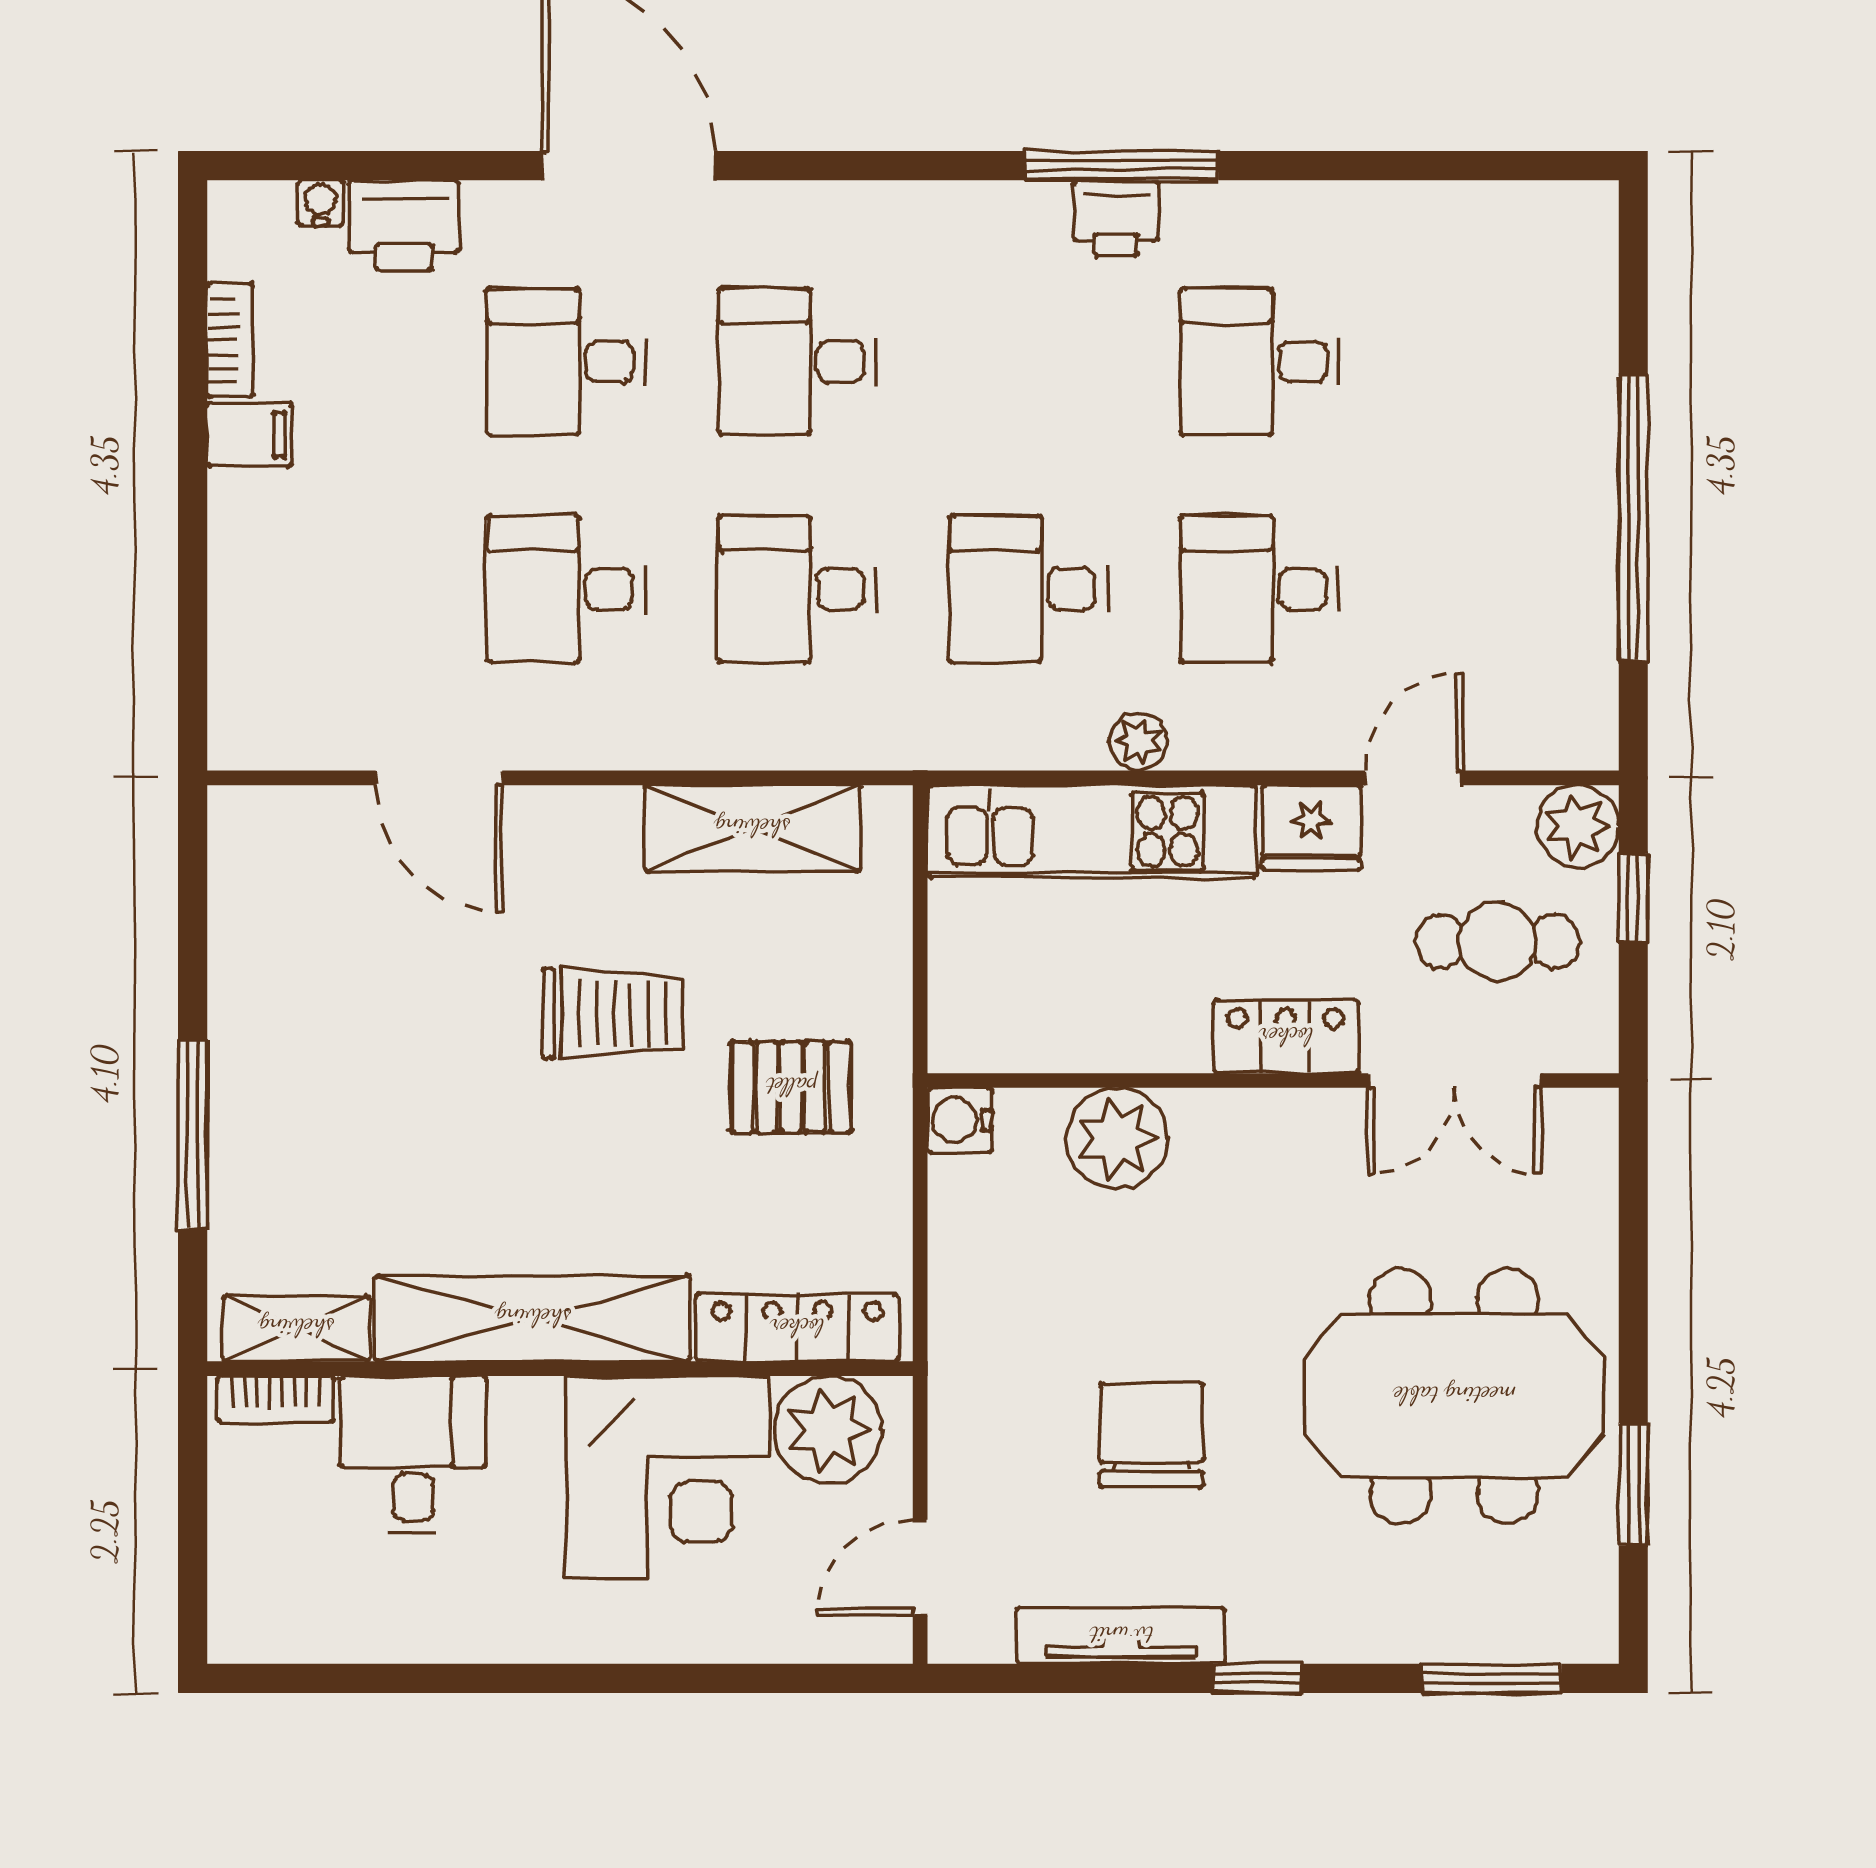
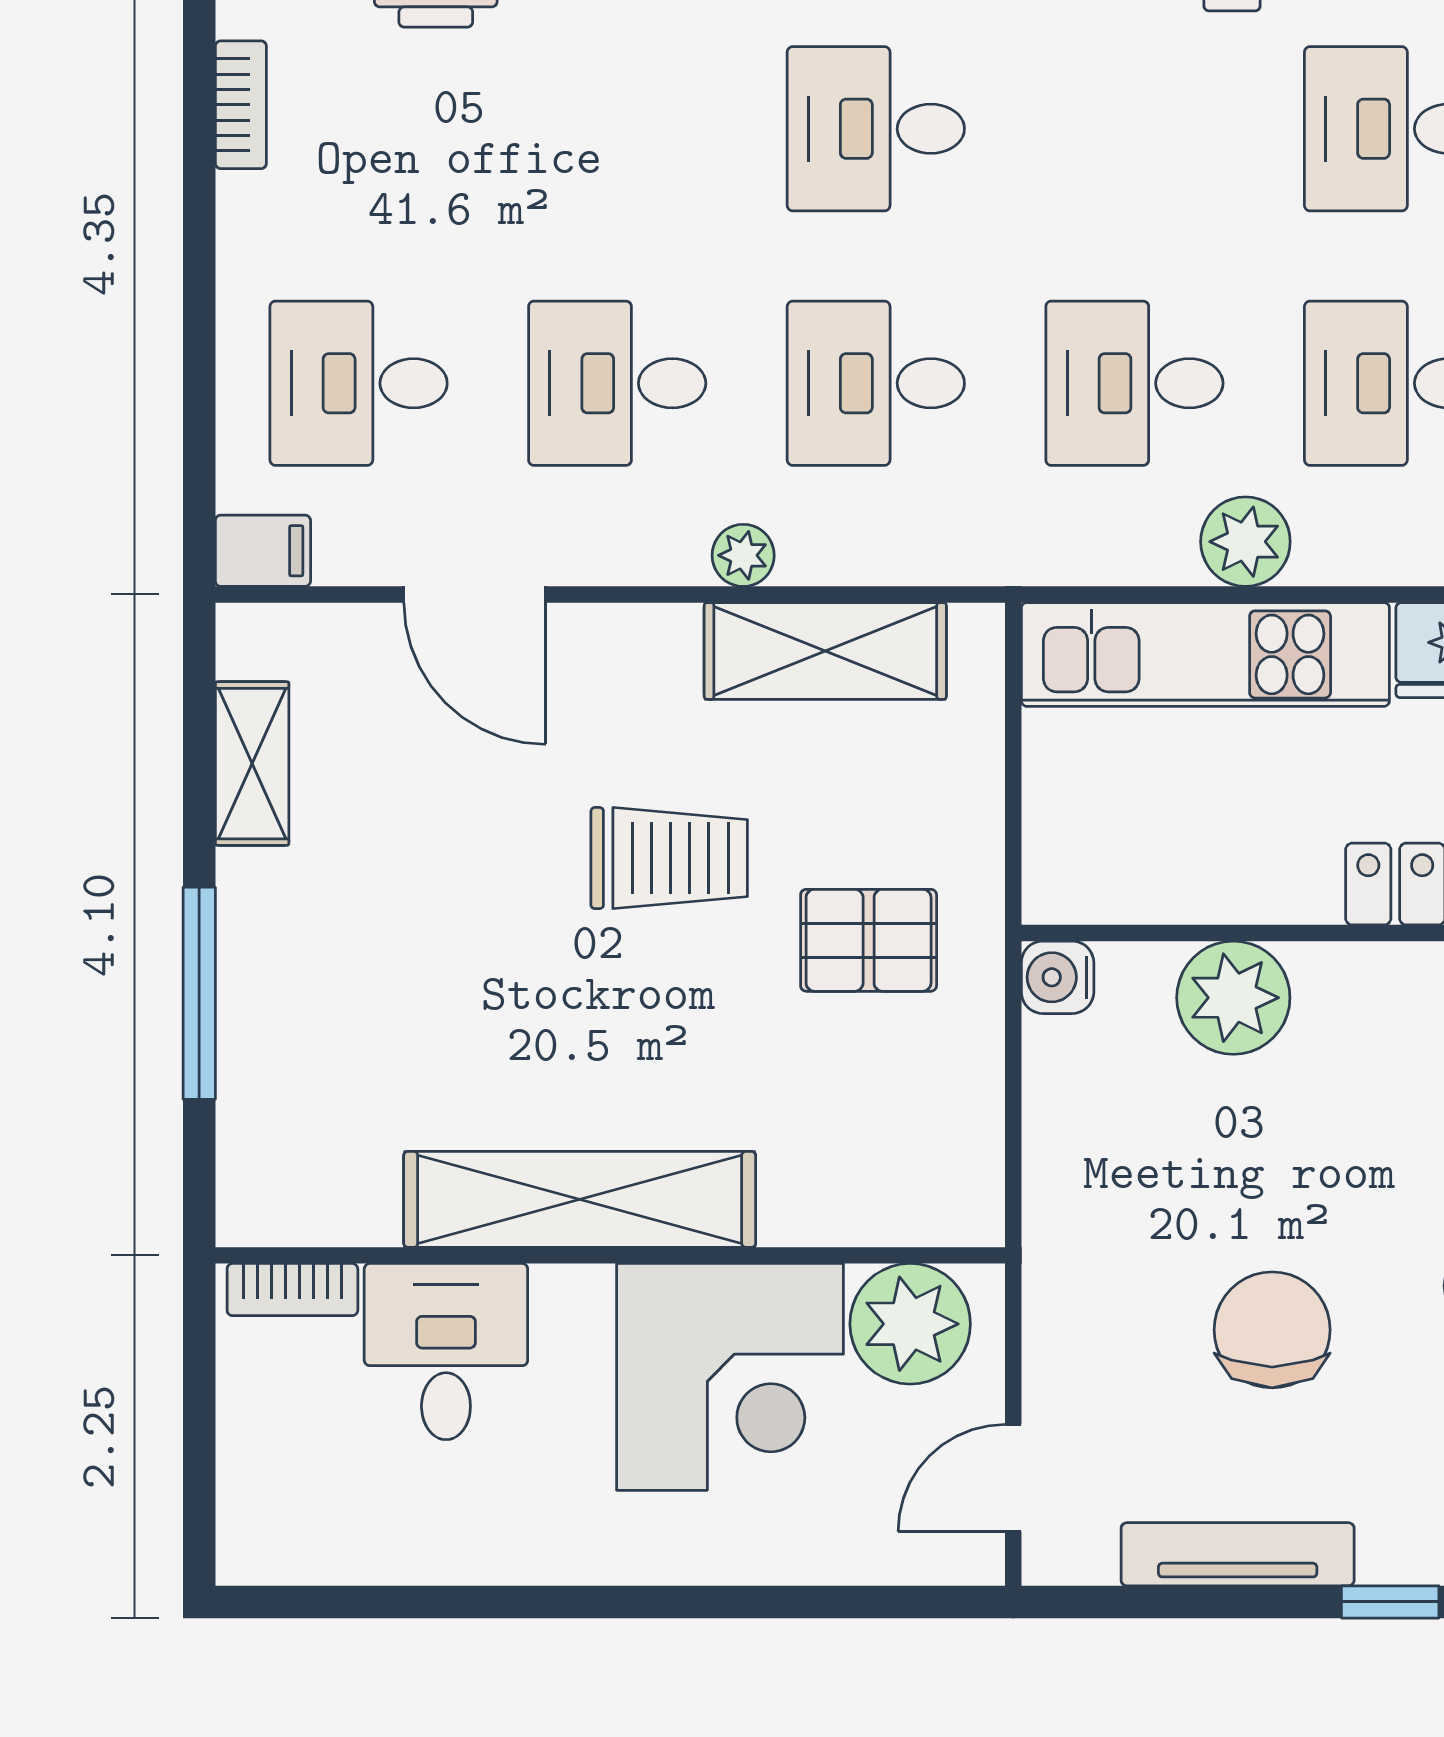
desk: (566, 362) -> (359, 383), moved
filing cabinet: (250, 435) -> (263, 551), moved
plant: (1139, 742) -> (1245, 542), width x1.38, depth x1.38
plant: (679, 743) -> (743, 555), added
shelving: (296, 1328) -> (252, 764), moved, turned 90
locker: (797, 1328) -> (876, 1210), removed

